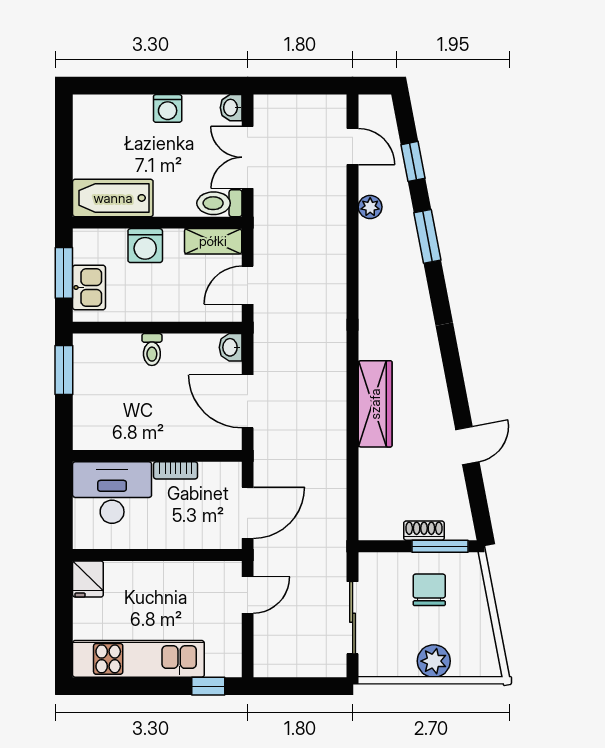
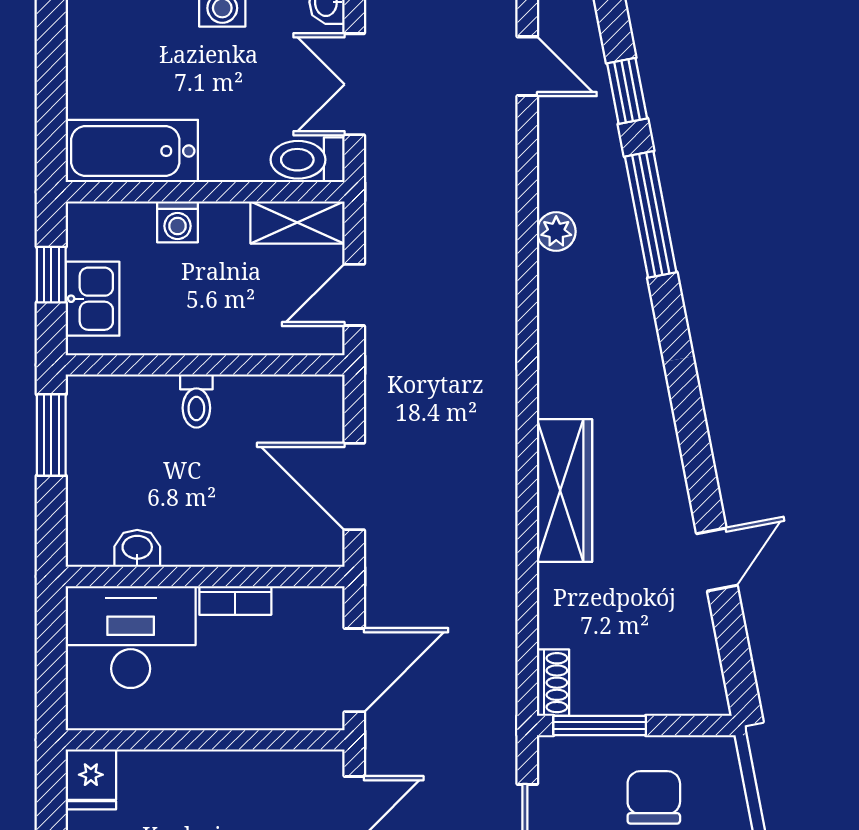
plant: (370, 207) -> (556, 232), moved
window: (427, 236) -> (651, 214), width x1.44
washing machine: (145, 246) -> (177, 222), width x0.73, depth x0.73
window: (64, 273) -> (51, 275), width x0.67
washbasin: (231, 347) -> (137, 548), moved, turned 90
shoe rack: (424, 531) -> (553, 683), moved, turned 90
window: (440, 546) -> (600, 725), moved

